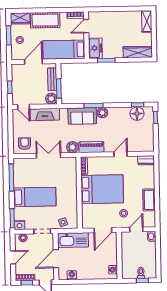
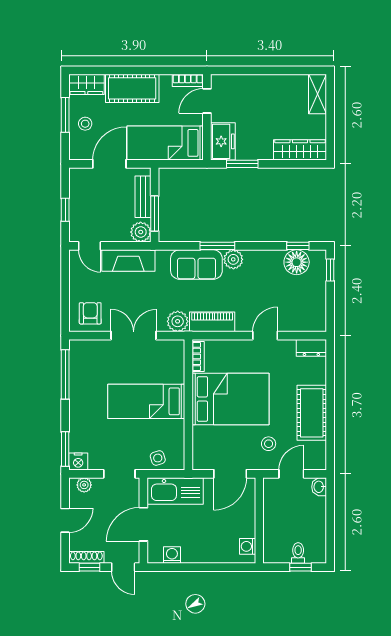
bed: (35, 197) -> (146, 401), moved, turned 180
cot: (149, 200) -> (312, 413), width x1.37, depth x1.34

